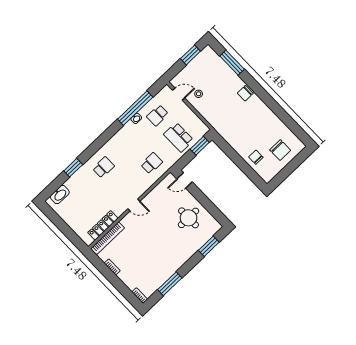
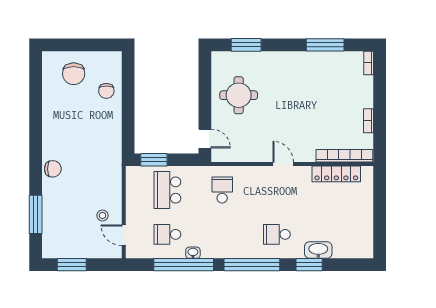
school desk: (158, 115) -> (167, 234), turned 180
school desk: (179, 137) -> (167, 190), turned 180
window: (101, 140) -> (252, 265), added
chair: (280, 150) -> (74, 74), turned 180
school desk: (152, 163) -> (222, 190), turned 90
washbasin: (60, 194) -> (318, 250), moved

